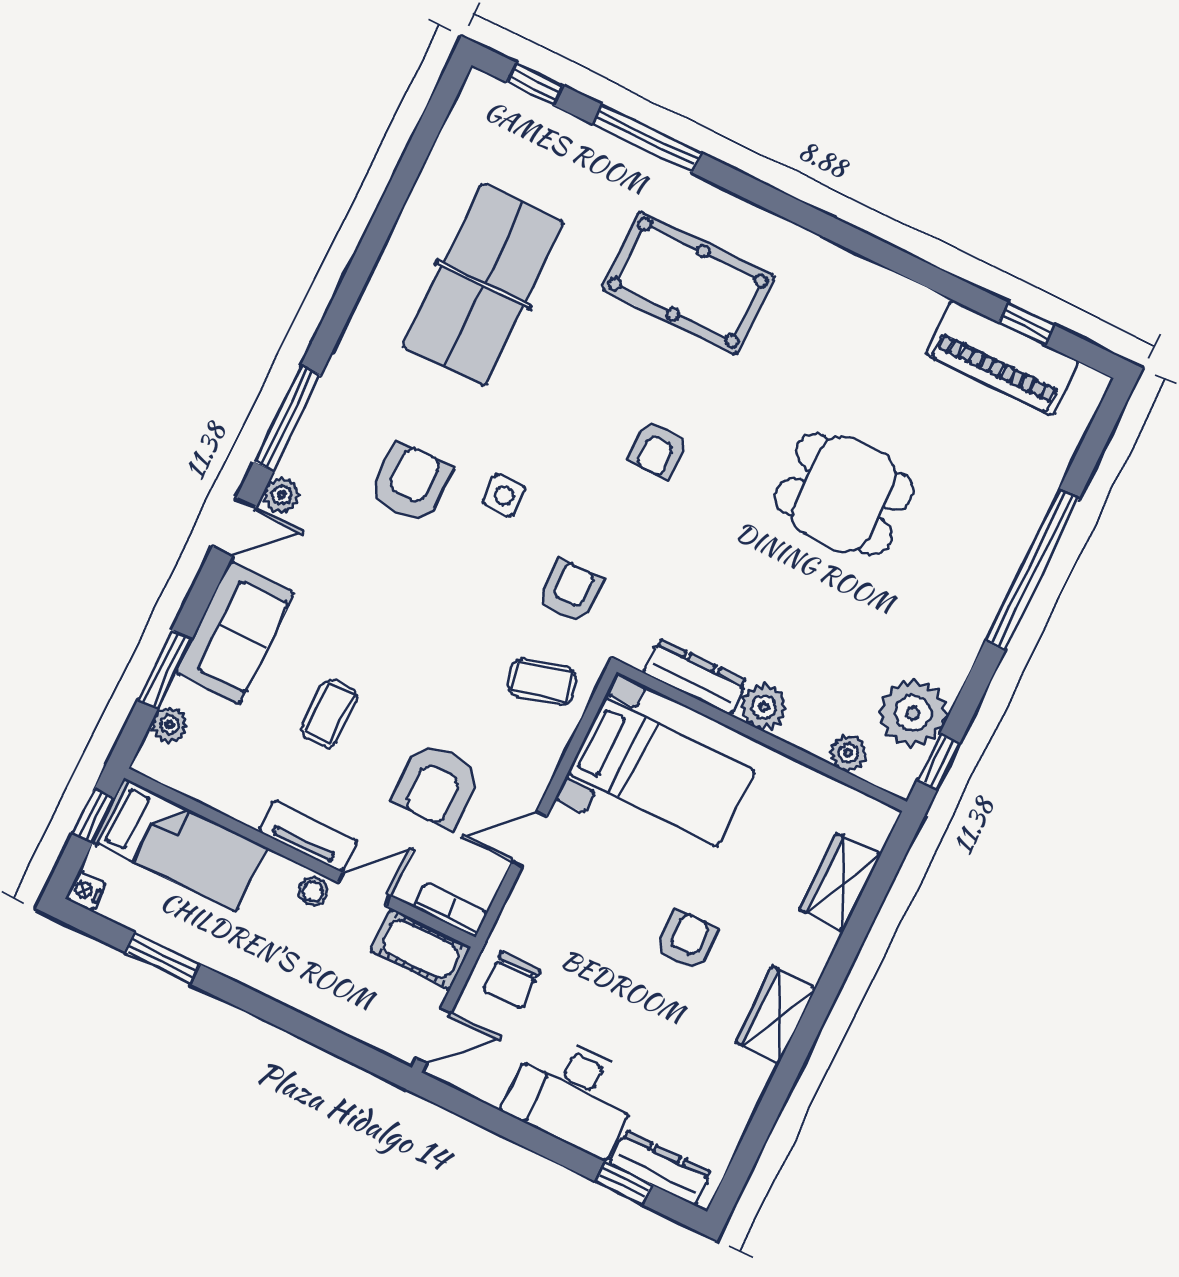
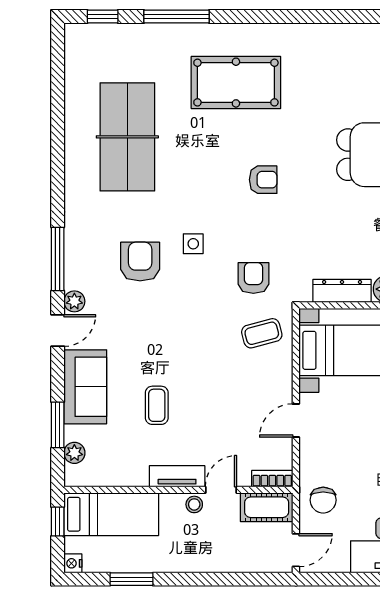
armchair: (658, 450) -> (263, 180), turned -90
armchair: (437, 785) -> (233, 416), removed

